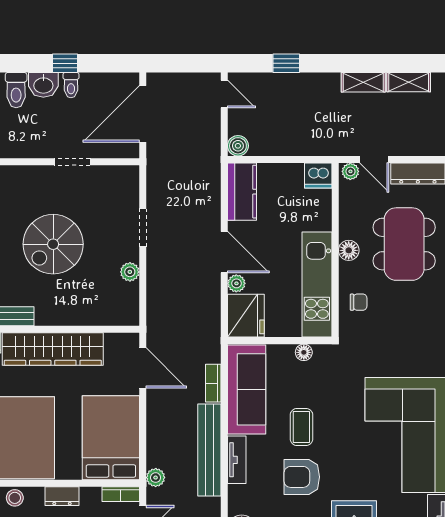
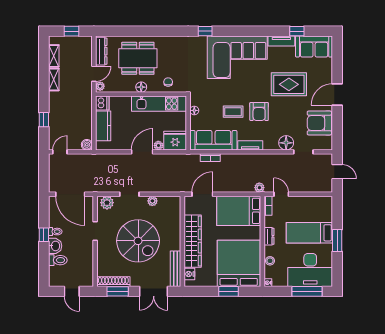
plant: (127, 185) -> (107, 203), added
kitchen counter: (242, 192) -> (103, 126), moved, turned 90
spiral stairs: (53, 244) -> (138, 241), width x1.37, depth x1.37
bench: (209, 450) -> (245, 160), removed

